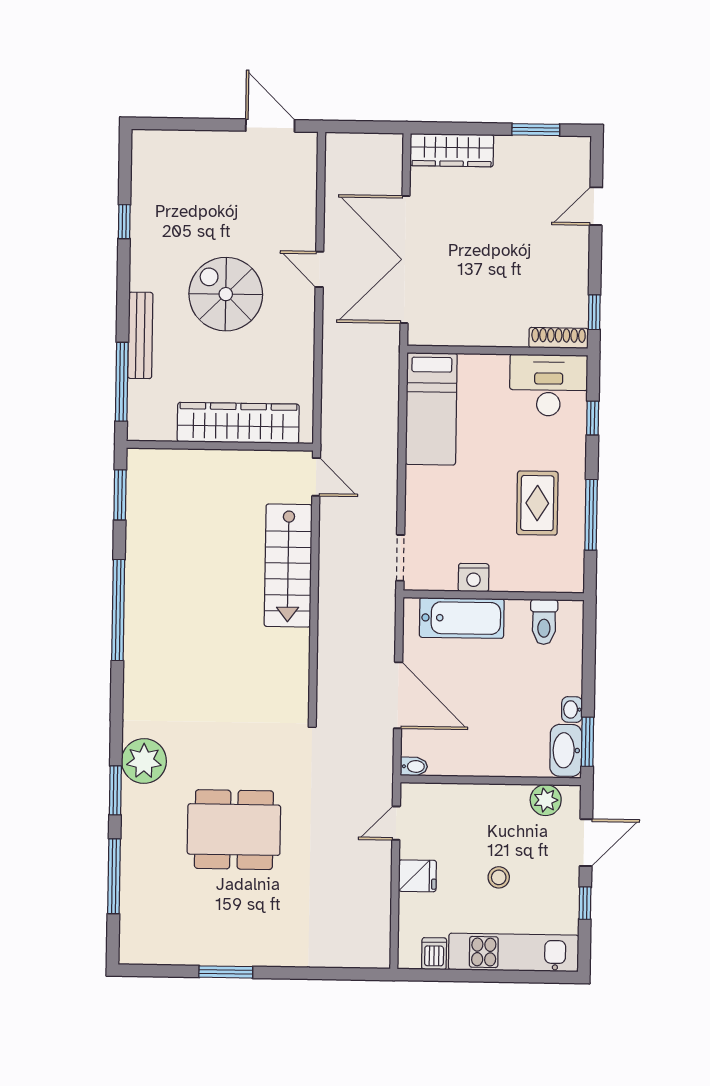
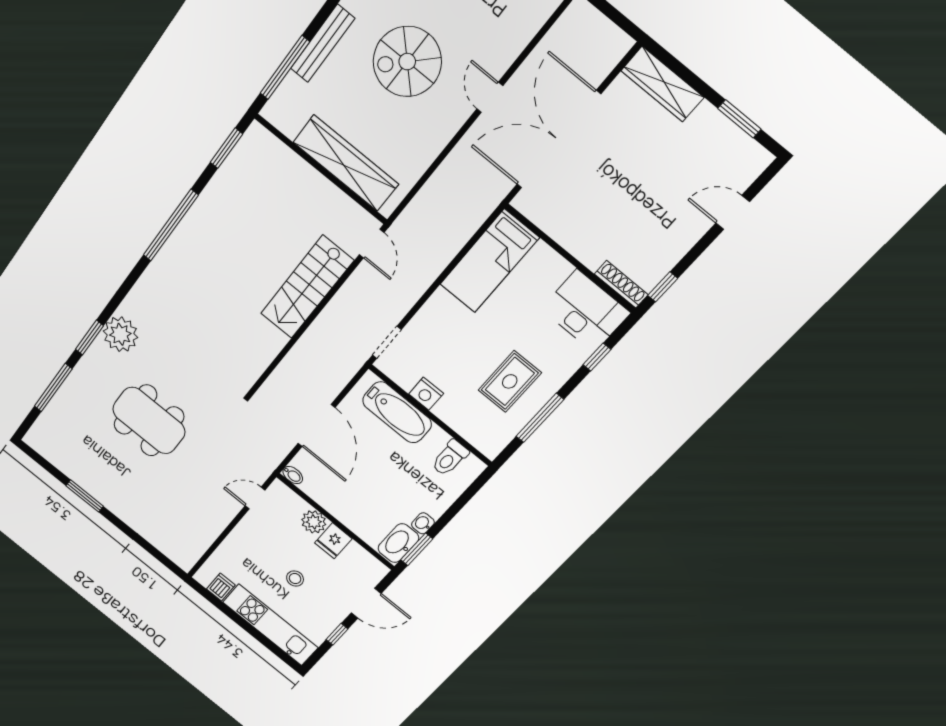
spiral stairs: (226, 294) -> (407, 62), turned -90
plant: (546, 800) -> (314, 522), moved
fridge: (417, 876) -> (333, 541), moved, turned 90

